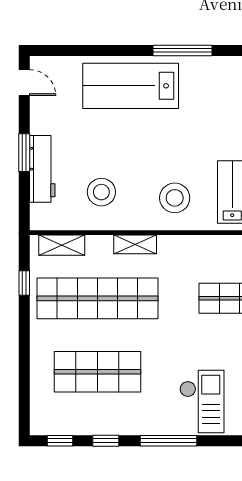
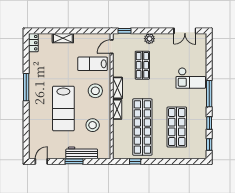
lab bench: (131, 86) -> (63, 109), moved
shelving: (62, 245) -> (117, 88), moved
checkout: (202, 402) -> (191, 78), turned 180

